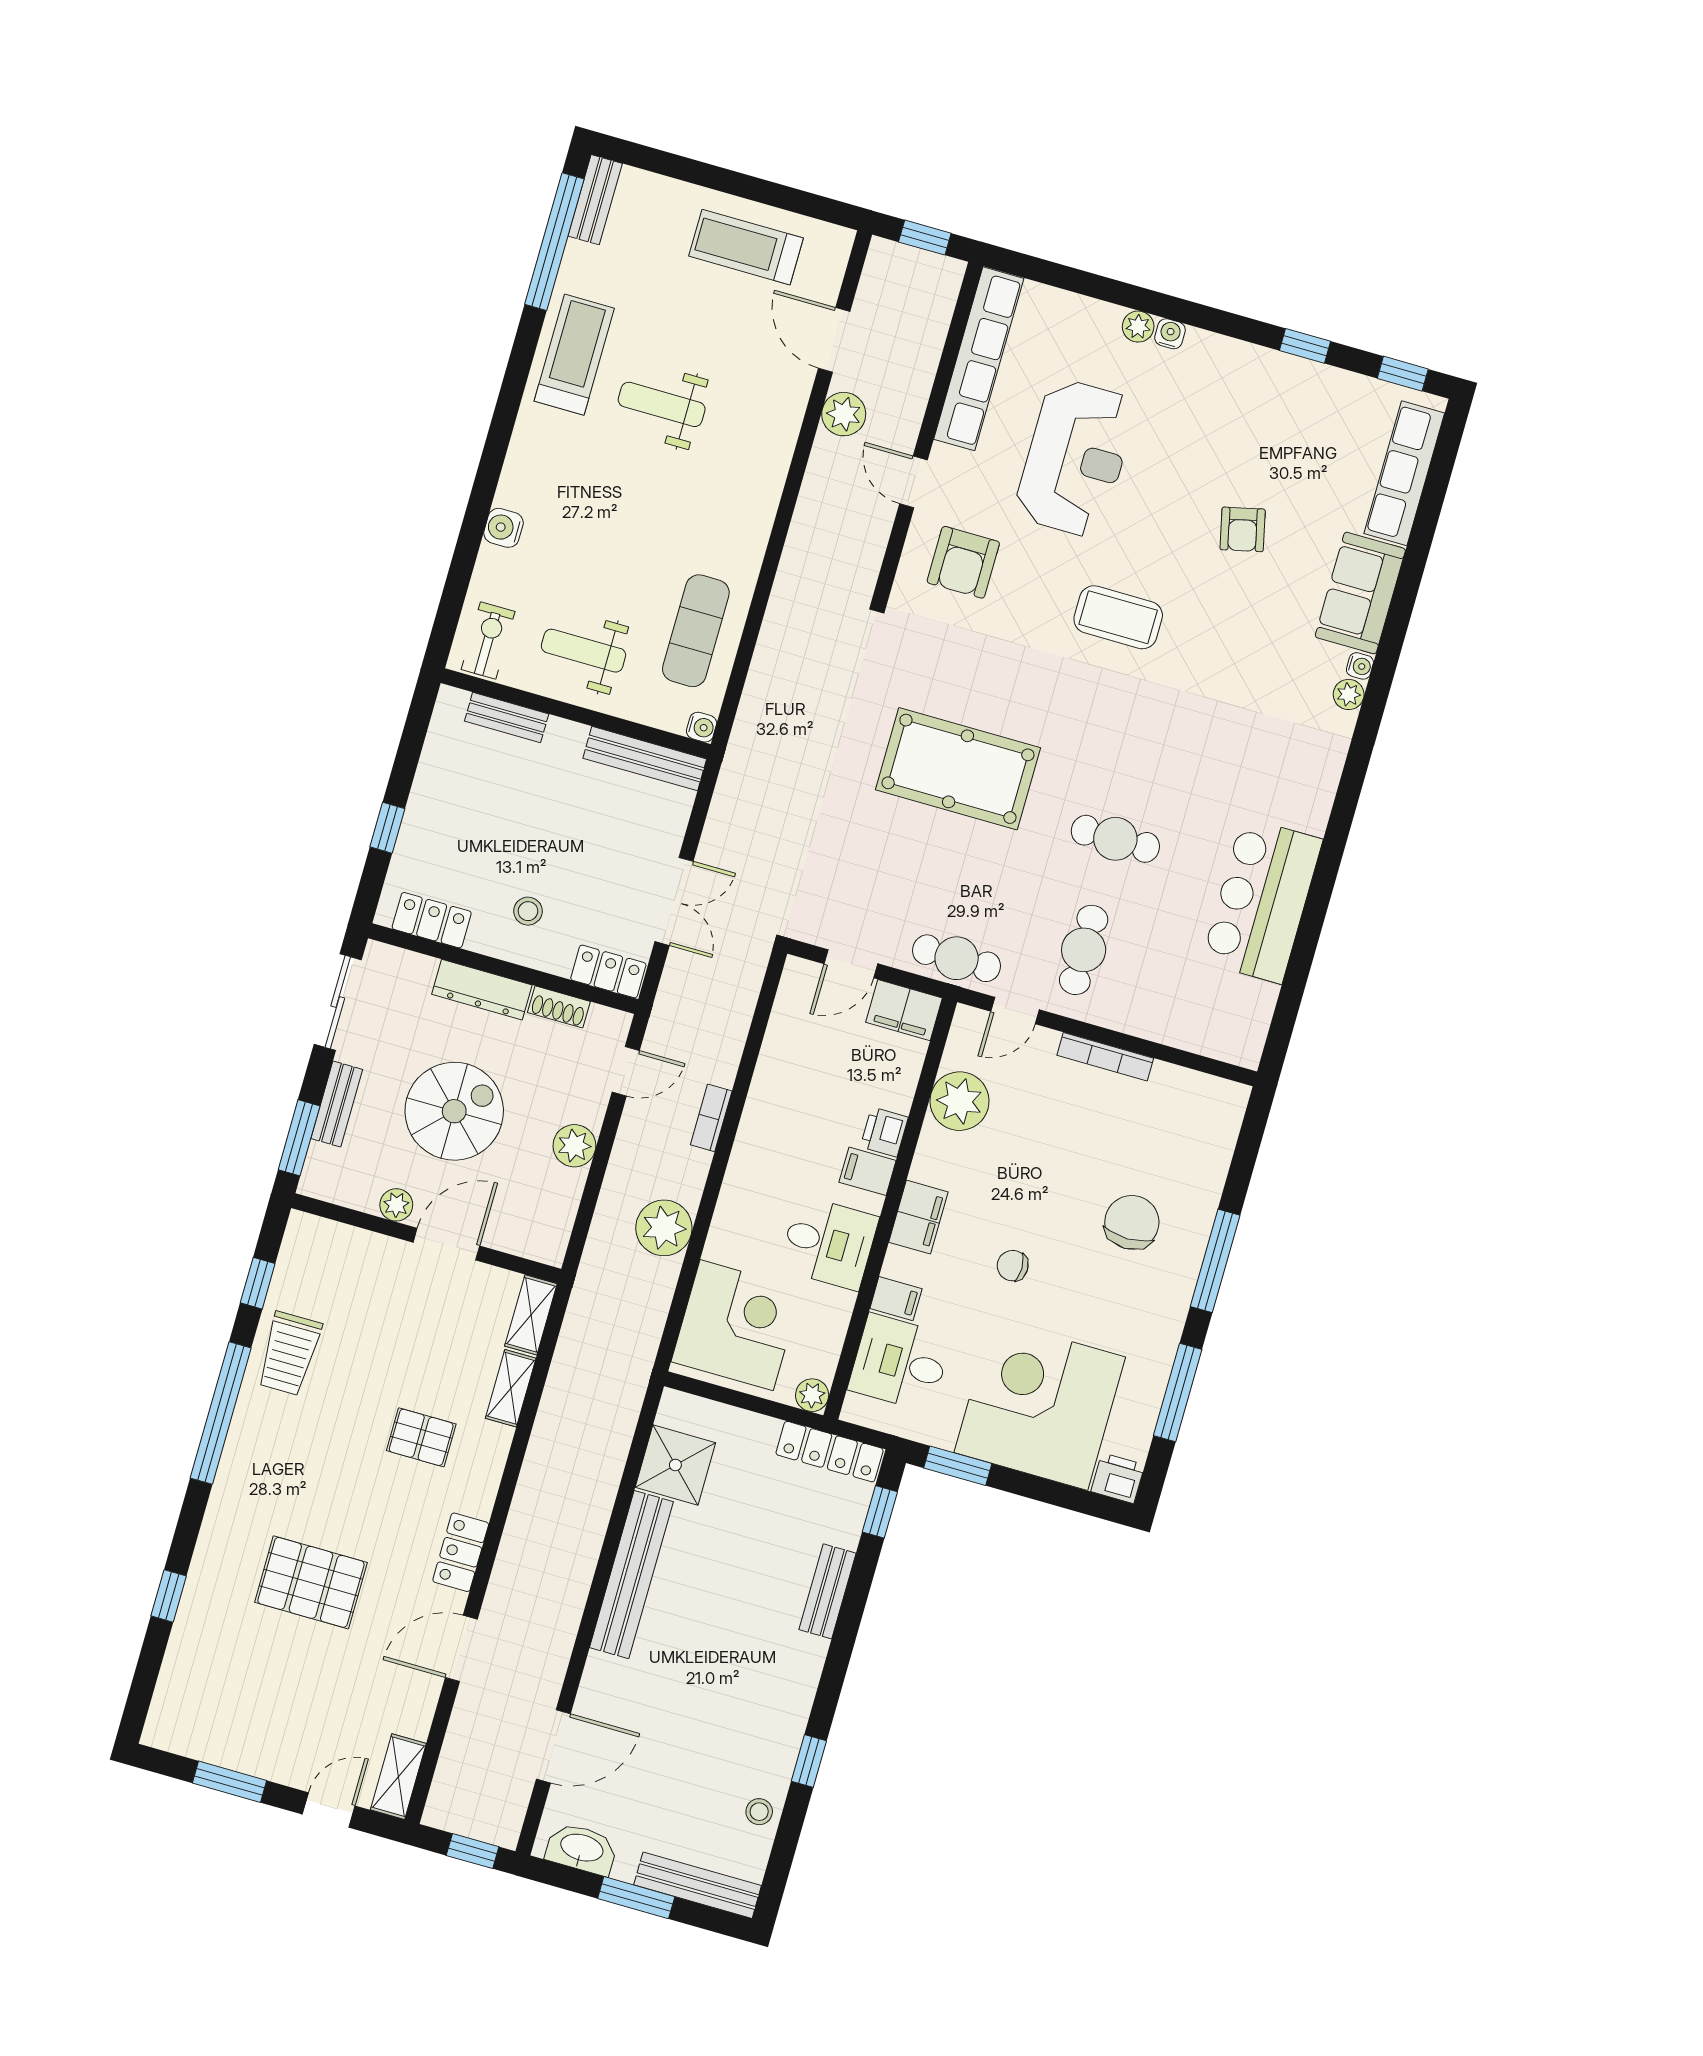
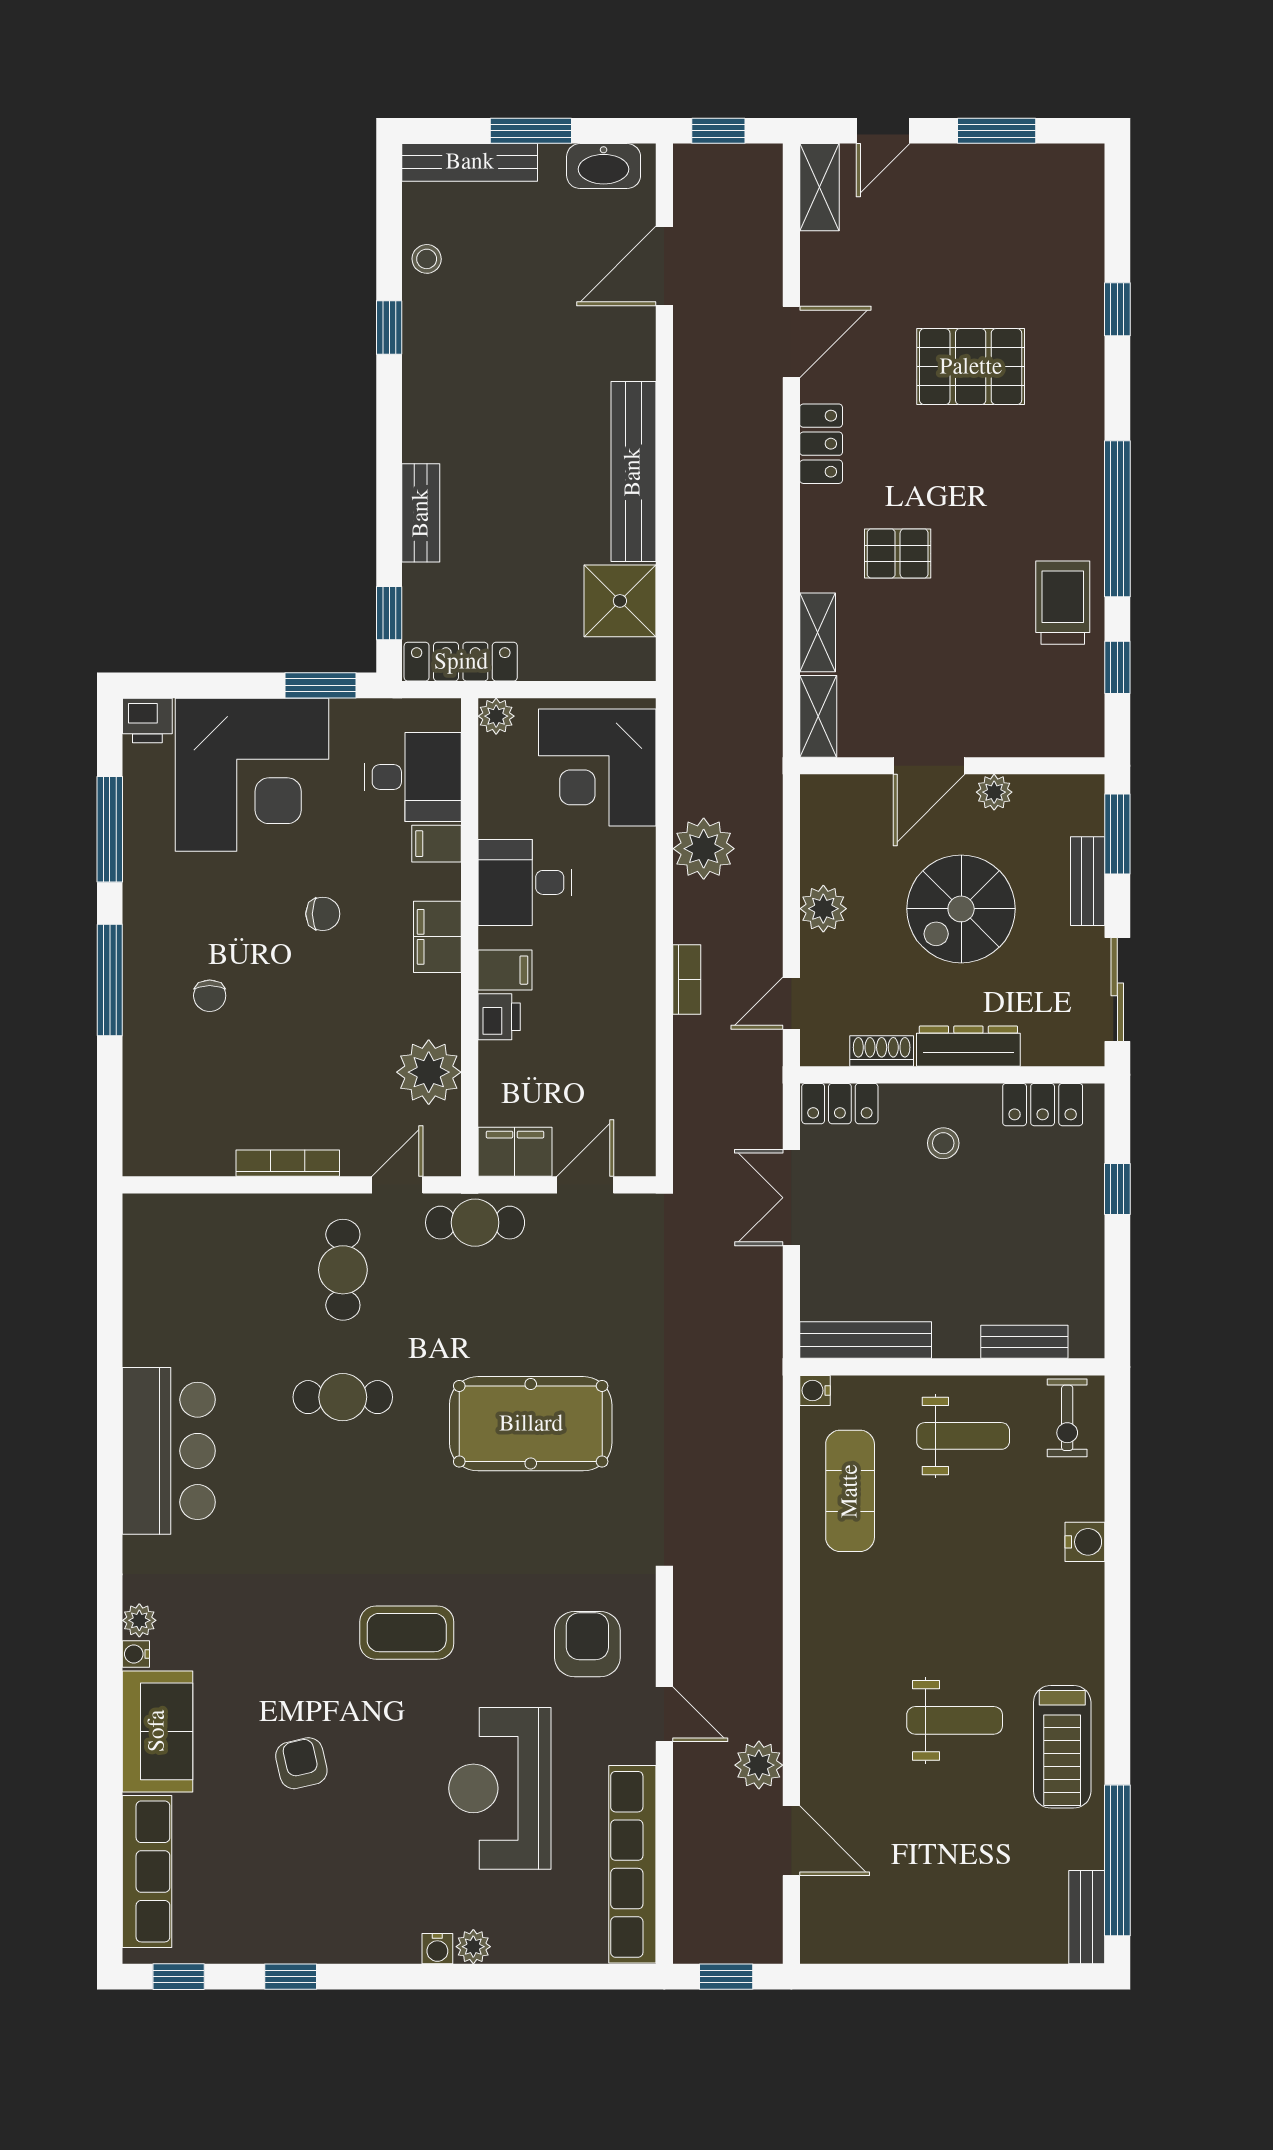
treadmill: (746, 247) -> (913, 1912), removed
bar counter: (1262, 900) -> (169, 1451), moved
chair: (1132, 1222) -> (210, 996), width x0.54, depth x0.54

